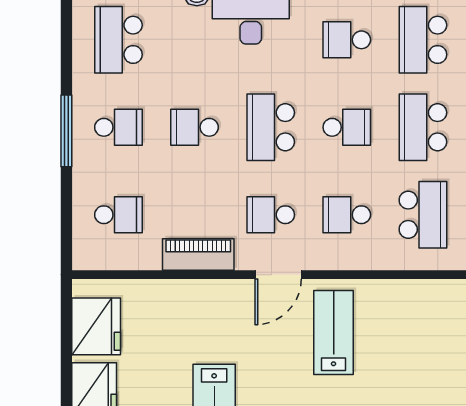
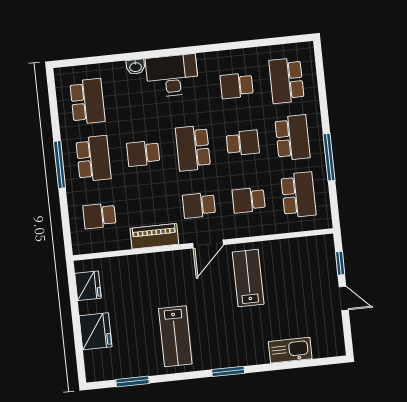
school desk: (118, 40) -> (87, 101), turned 180
school desk: (118, 127) -> (93, 159), width x1.85
school desk: (423, 127) -> (292, 138), turned 180
school desk: (118, 215) -> (99, 216), turned 180
fridge: (96, 326) -> (88, 286), width x0.73, depth x0.75

